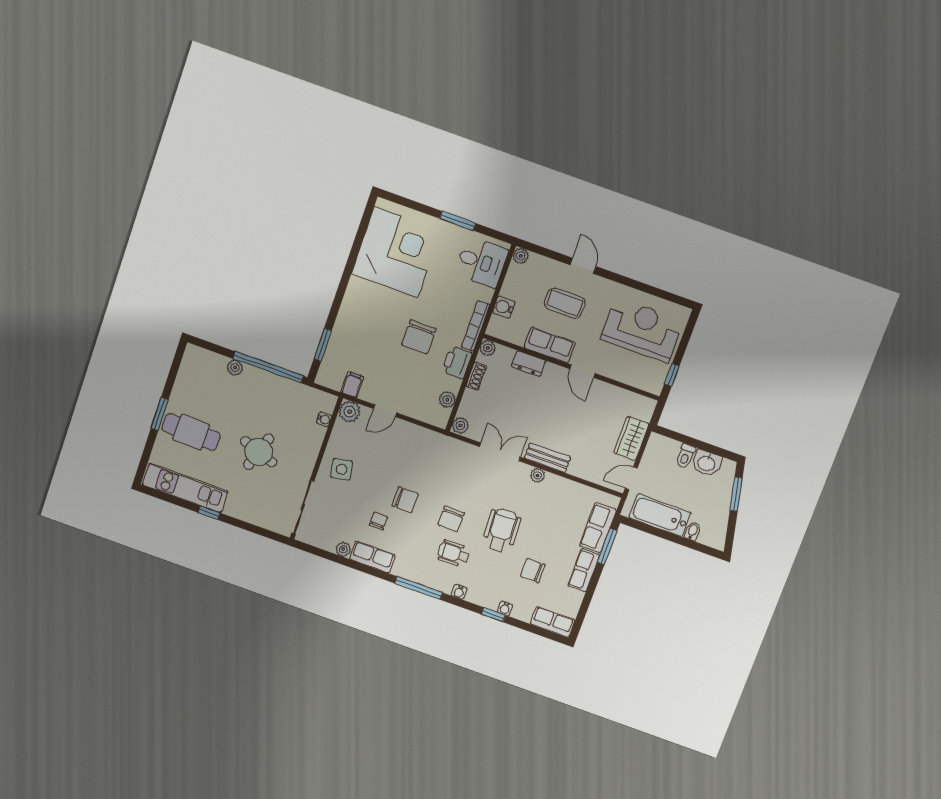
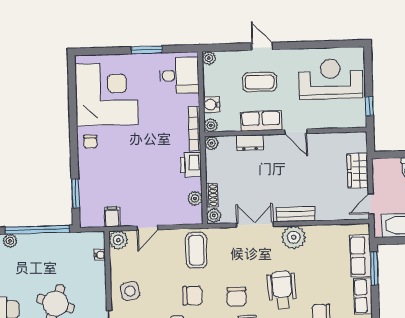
plant: (494, 329) -> (211, 125), added
chair: (419, 337) -> (90, 142), moved, width x0.54, depth x0.54
shoe rack: (476, 376) -> (212, 195), moved
coffee table: (428, 454) -> (196, 250), added
plant: (538, 475) -> (294, 237), width x1.87, depth x1.87

